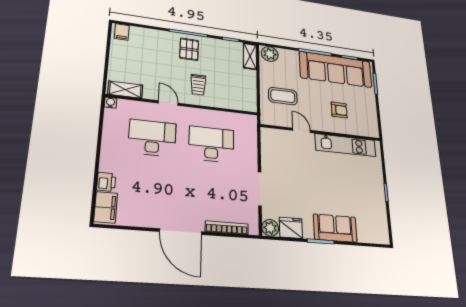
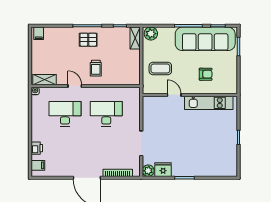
pallet: (189, 49) -> (88, 40), turned 90
filing cabinet: (106, 207) -> (38, 165), width x0.50
sofa: (335, 228) -> (196, 167), removed

